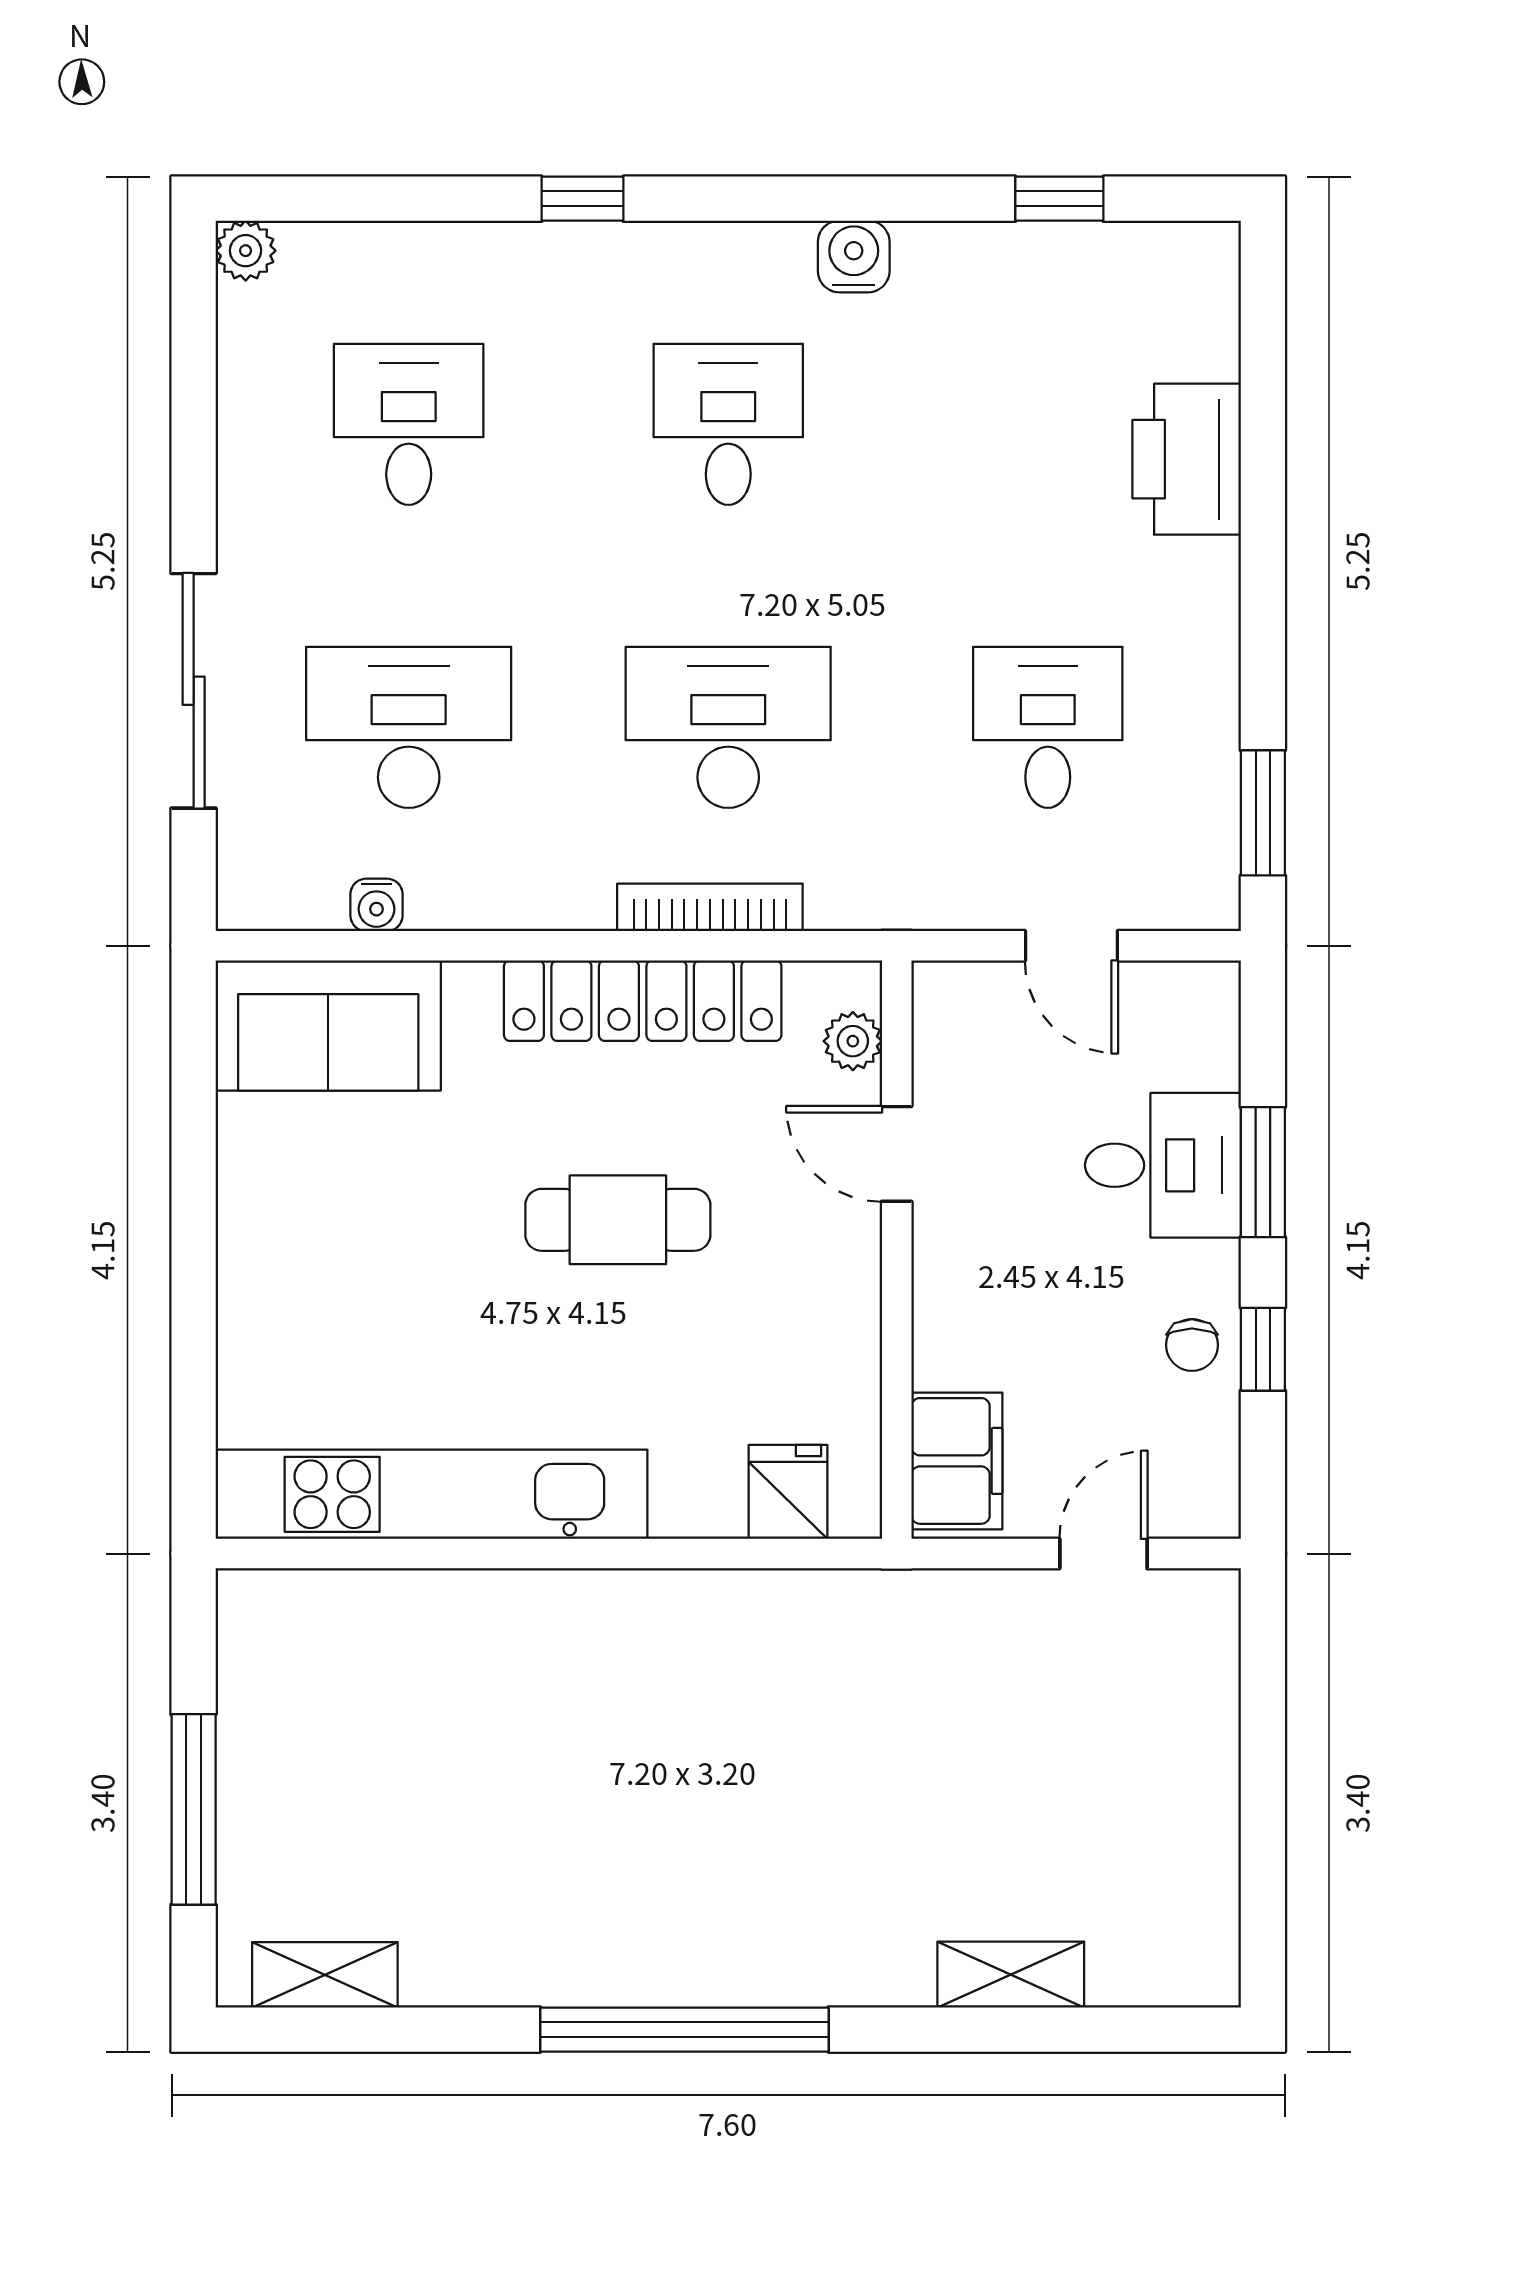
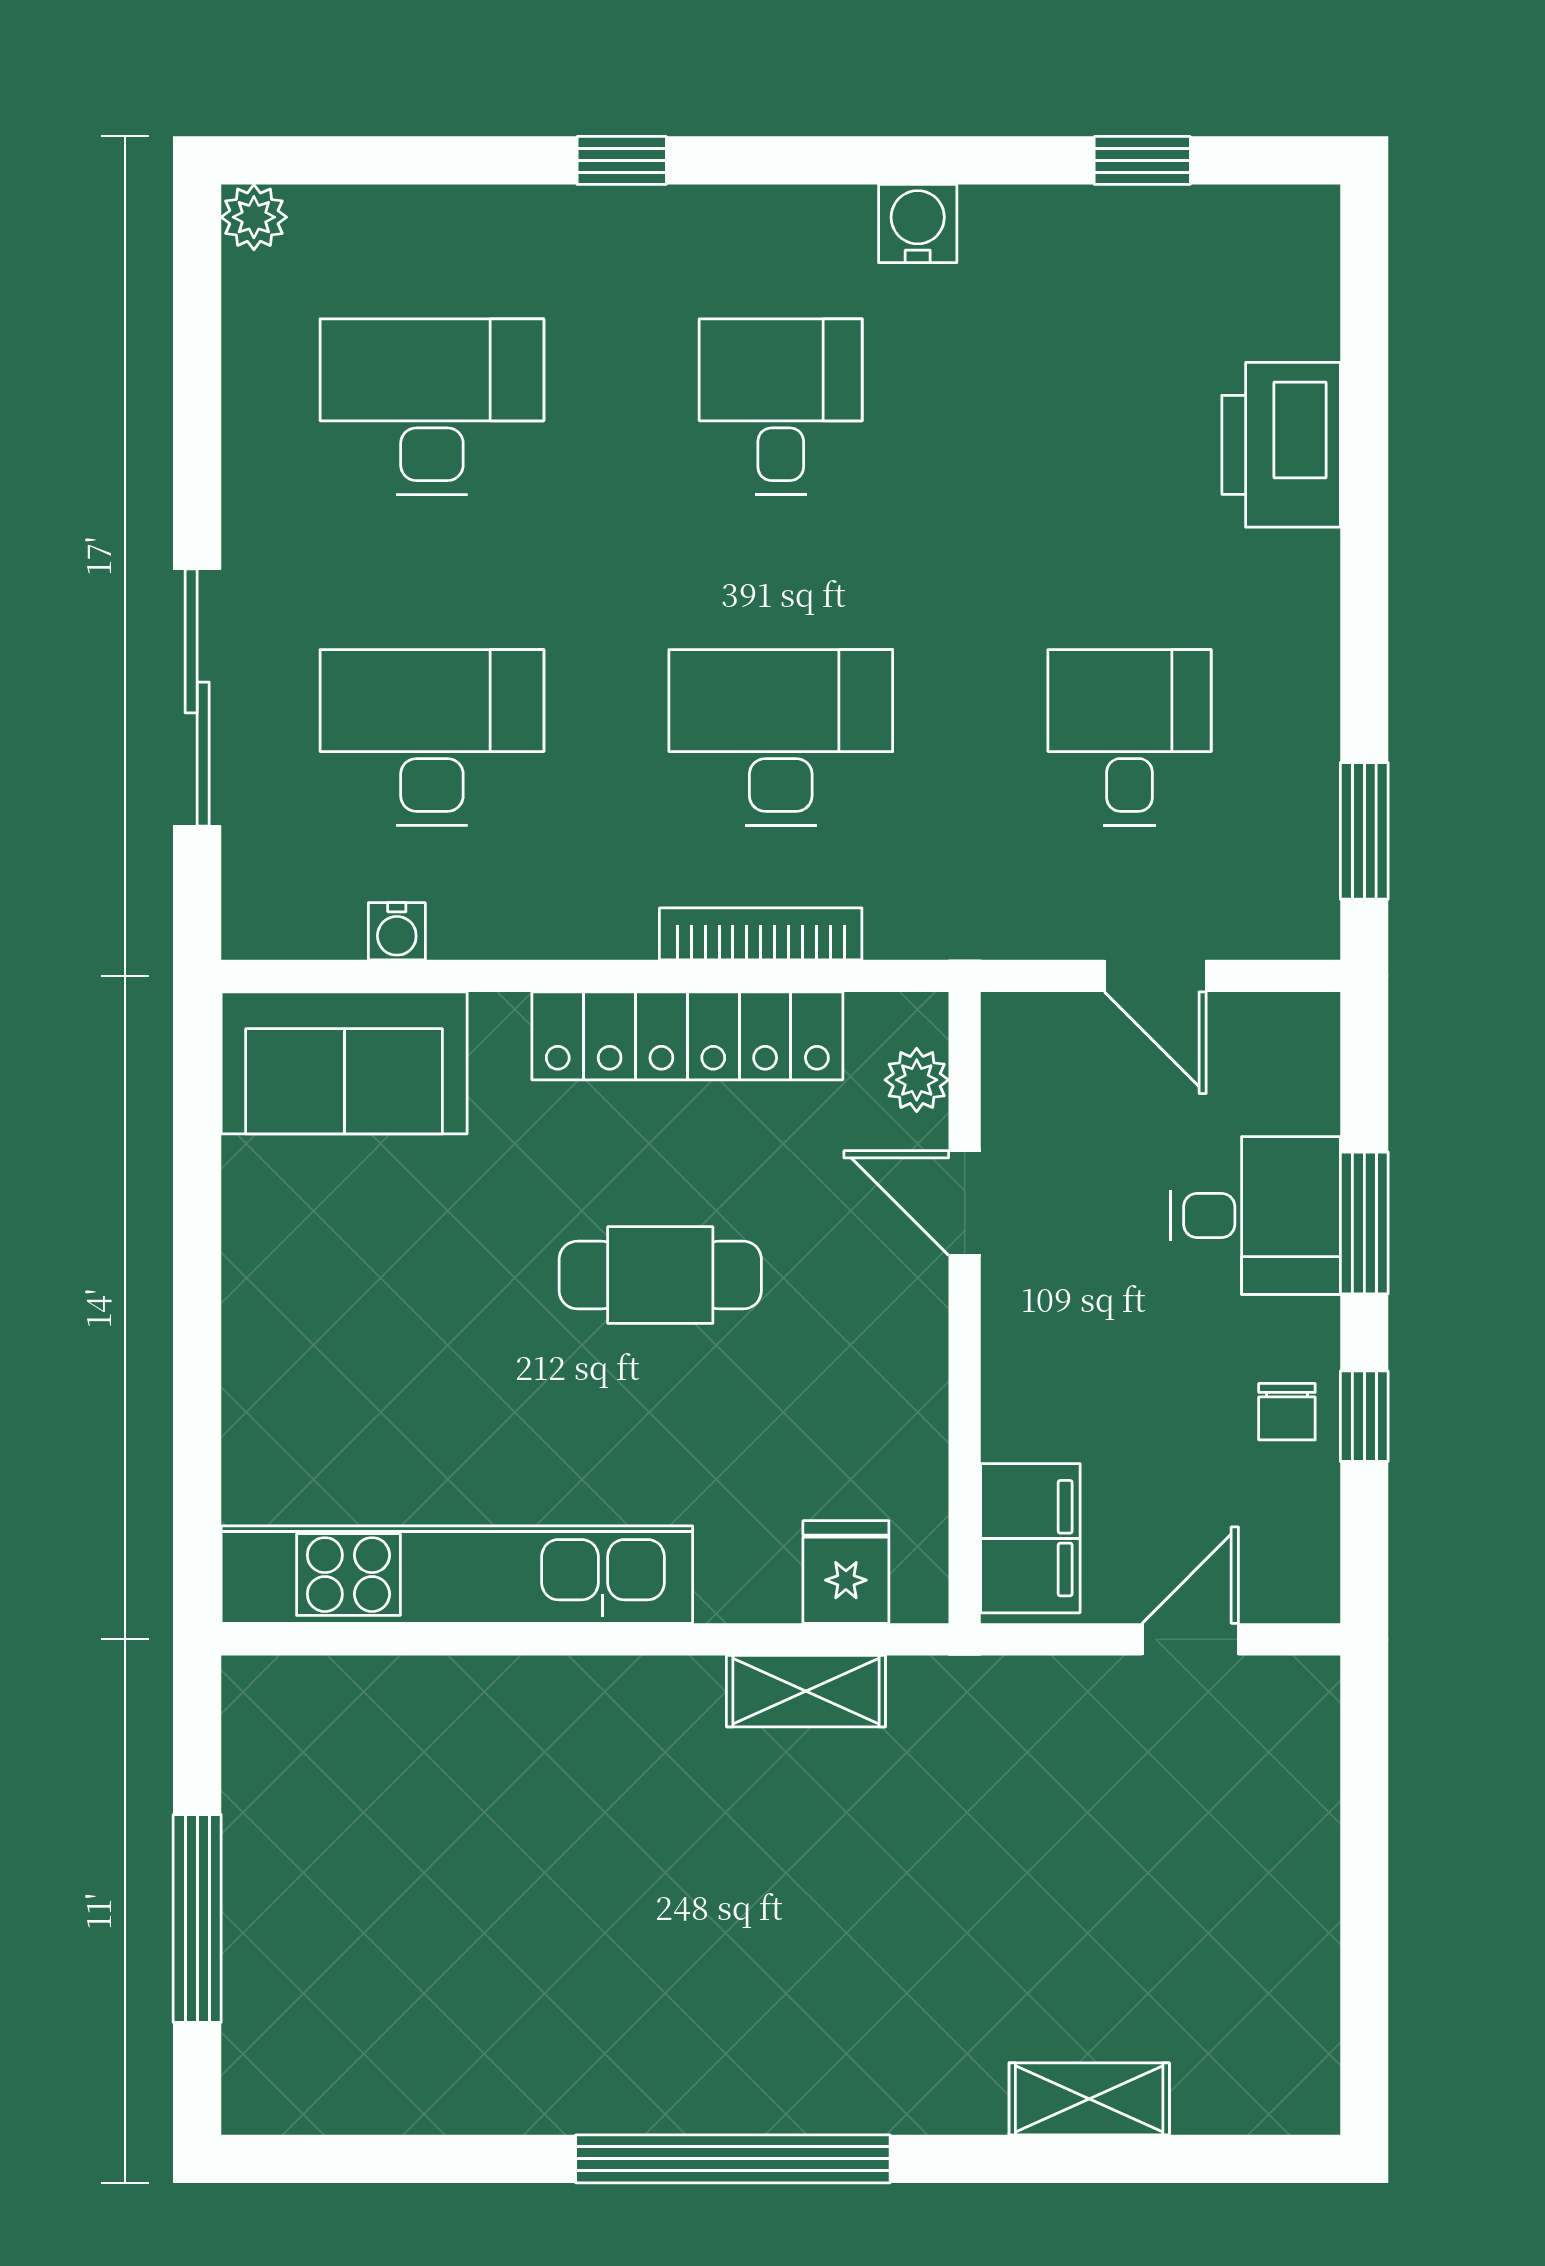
desk: (409, 424) -> (432, 407), width x1.37
shelving: (325, 1975) -> (806, 1691), moved

